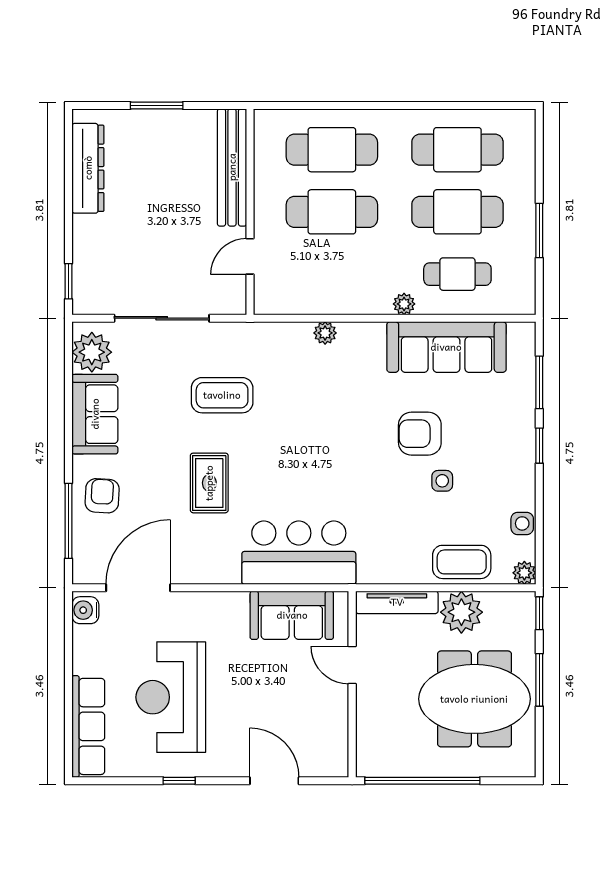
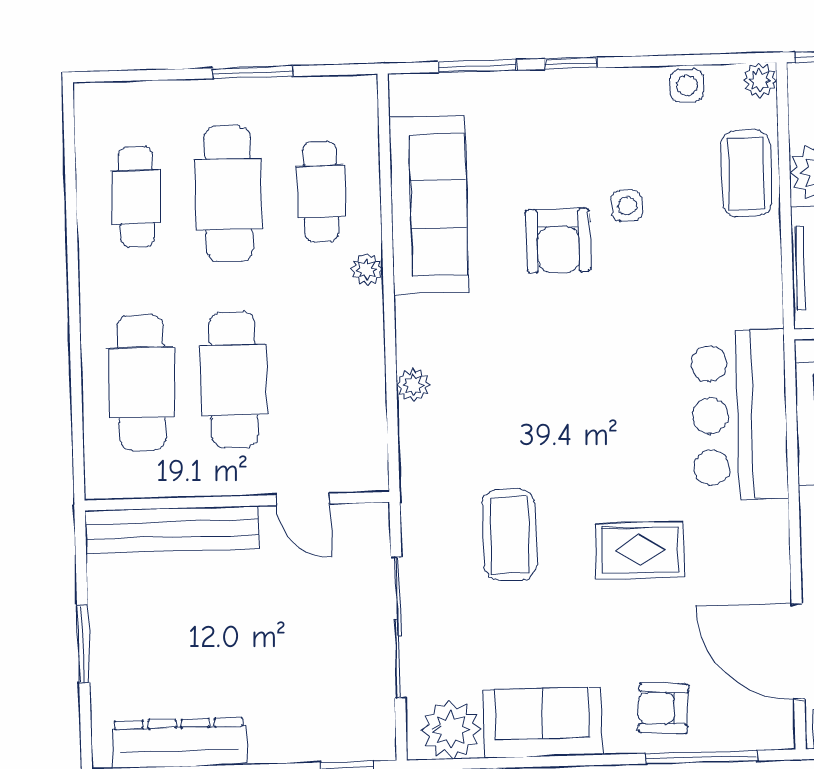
cafe table: (457, 150) -> (136, 197), width x0.73, depth x0.74

